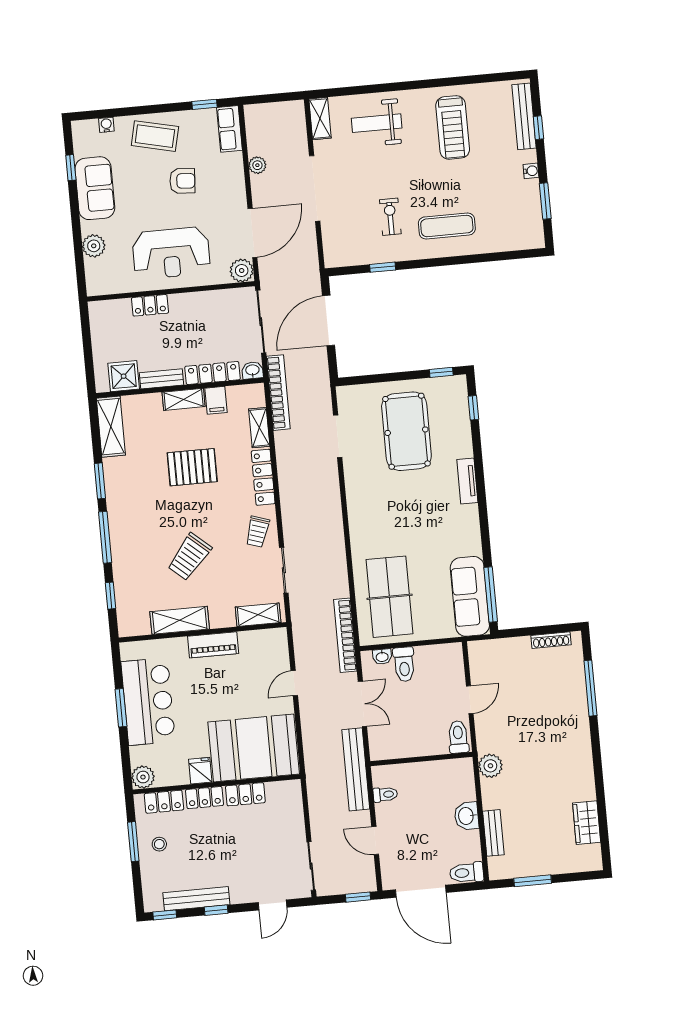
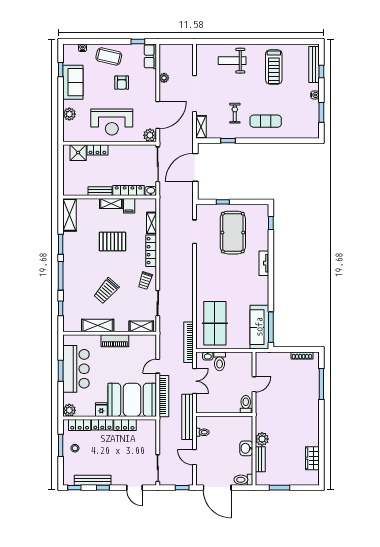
shelving: (320, 119) -> (201, 127), moved
armchair: (182, 181) -> (122, 83), turned 86
window: (441, 372) -> (223, 202), moved
shower: (124, 376) -> (78, 153), moved
bookcase: (278, 393) -> (164, 396), moved
plant: (490, 766) -> (262, 439), moved
door: (273, 905) -> (134, 488), hinge flipped

